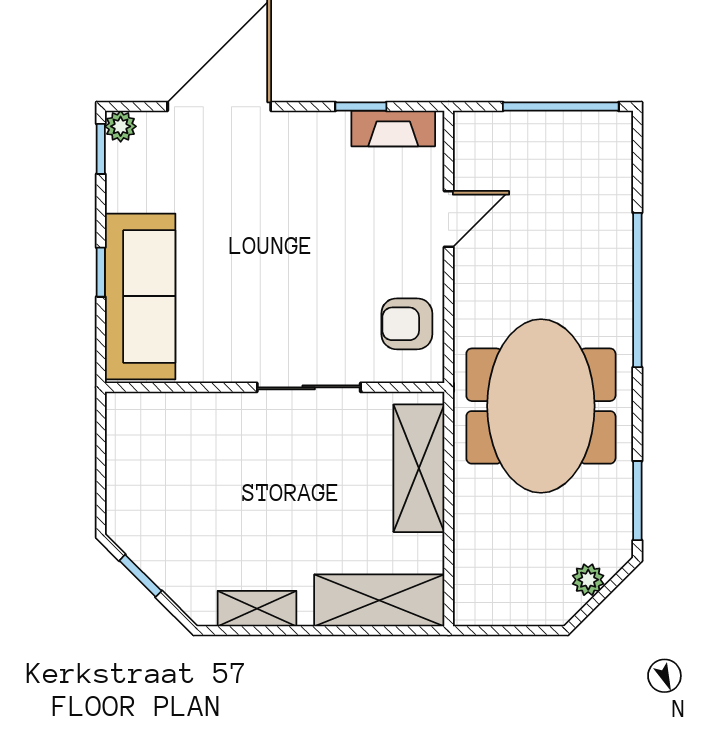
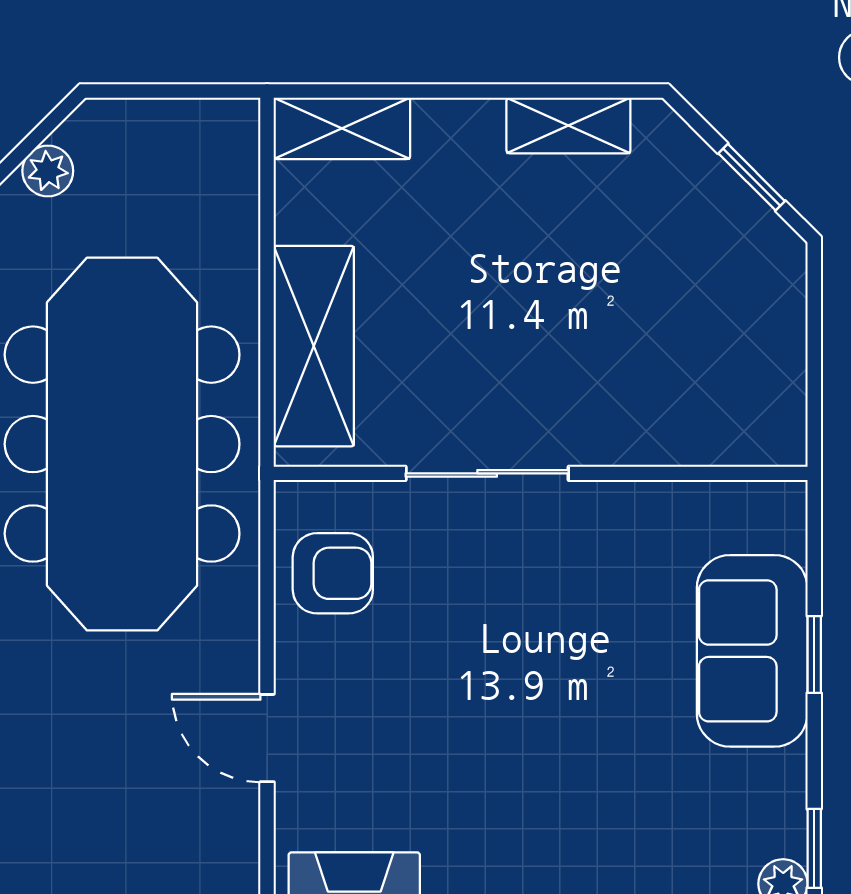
door: (449, 219) -> (267, 738), hinge flipped
sofa: (140, 296) -> (752, 651), width x0.73
meeting table: (541, 406) -> (122, 444), width x1.36
shelving: (379, 600) -> (342, 128), width x0.67, depth x0.75

